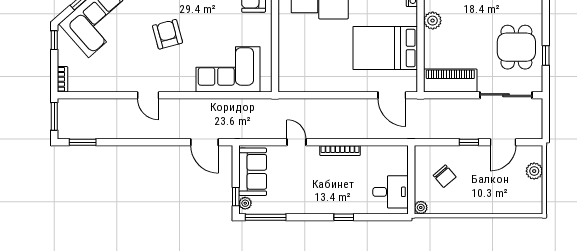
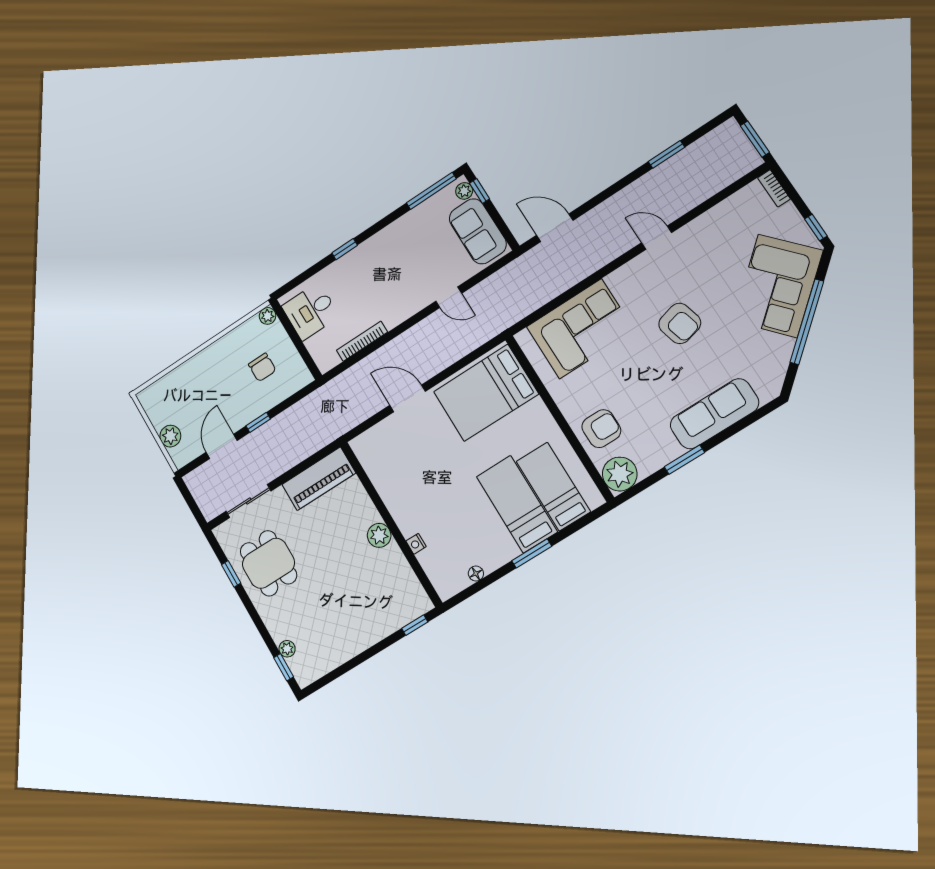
bed: (385, 48) -> (486, 393), moved, turned 180
door: (392, 95) -> (408, 398), moved
sliding door: (506, 95) -> (249, 501), width x0.73
window: (83, 142) -> (666, 154), moved
bookcase: (340, 150) -> (362, 341), moved
chair: (445, 176) -> (262, 367), turned -139

